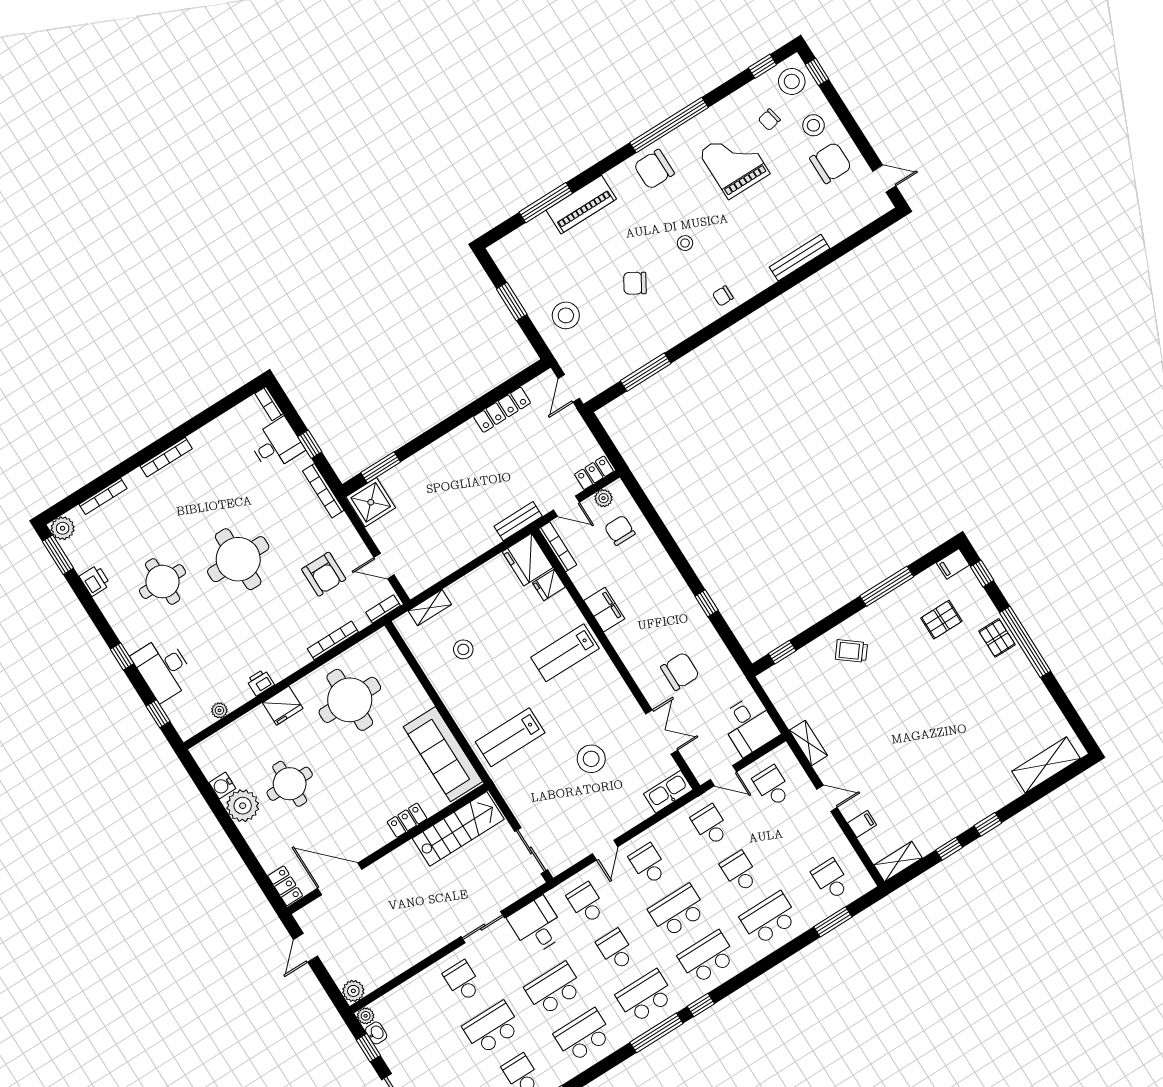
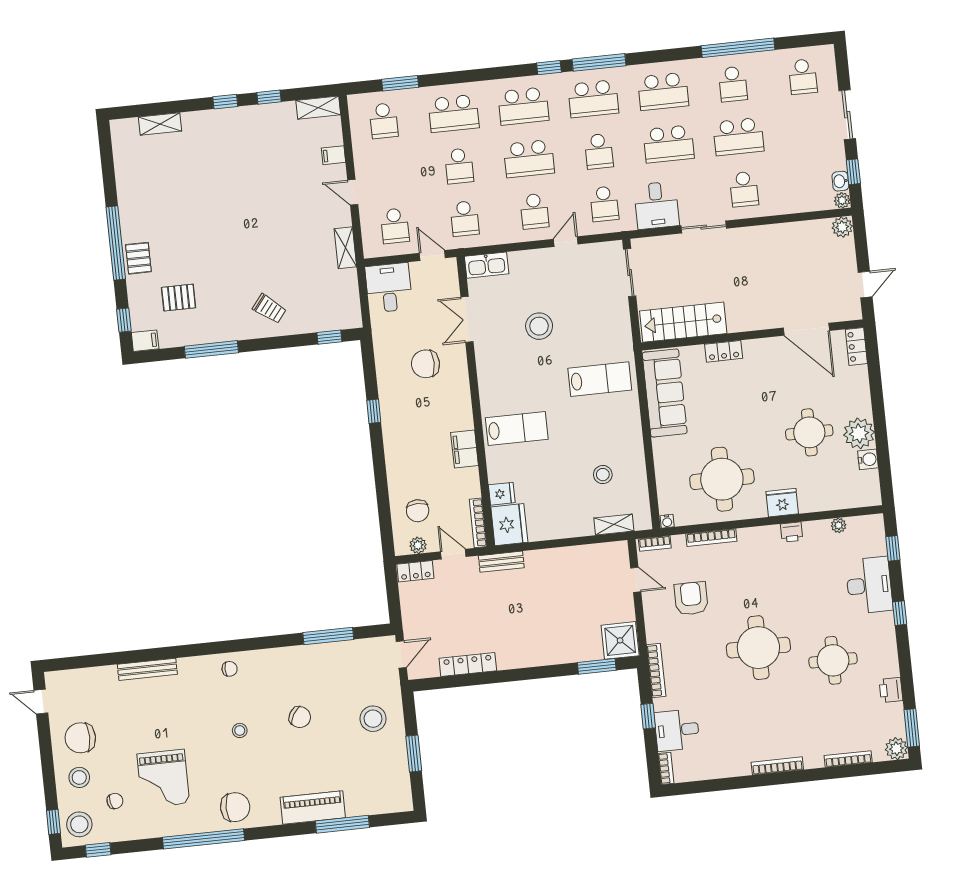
water cooler: (382, 635) -> (667, 521), added
shelving: (1046, 765) -> (160, 124), width x0.67, depth x0.75

